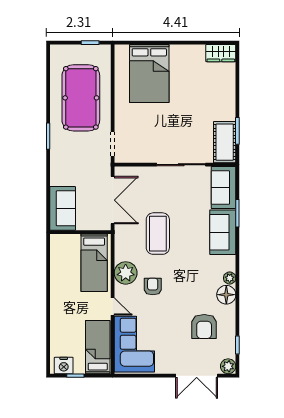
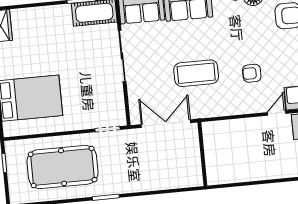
sofa: (63, 208) -> (179, 175), removed
bed: (94, 263) -> (233, 137), removed
plant: (126, 273) -> (240, 103), removed

